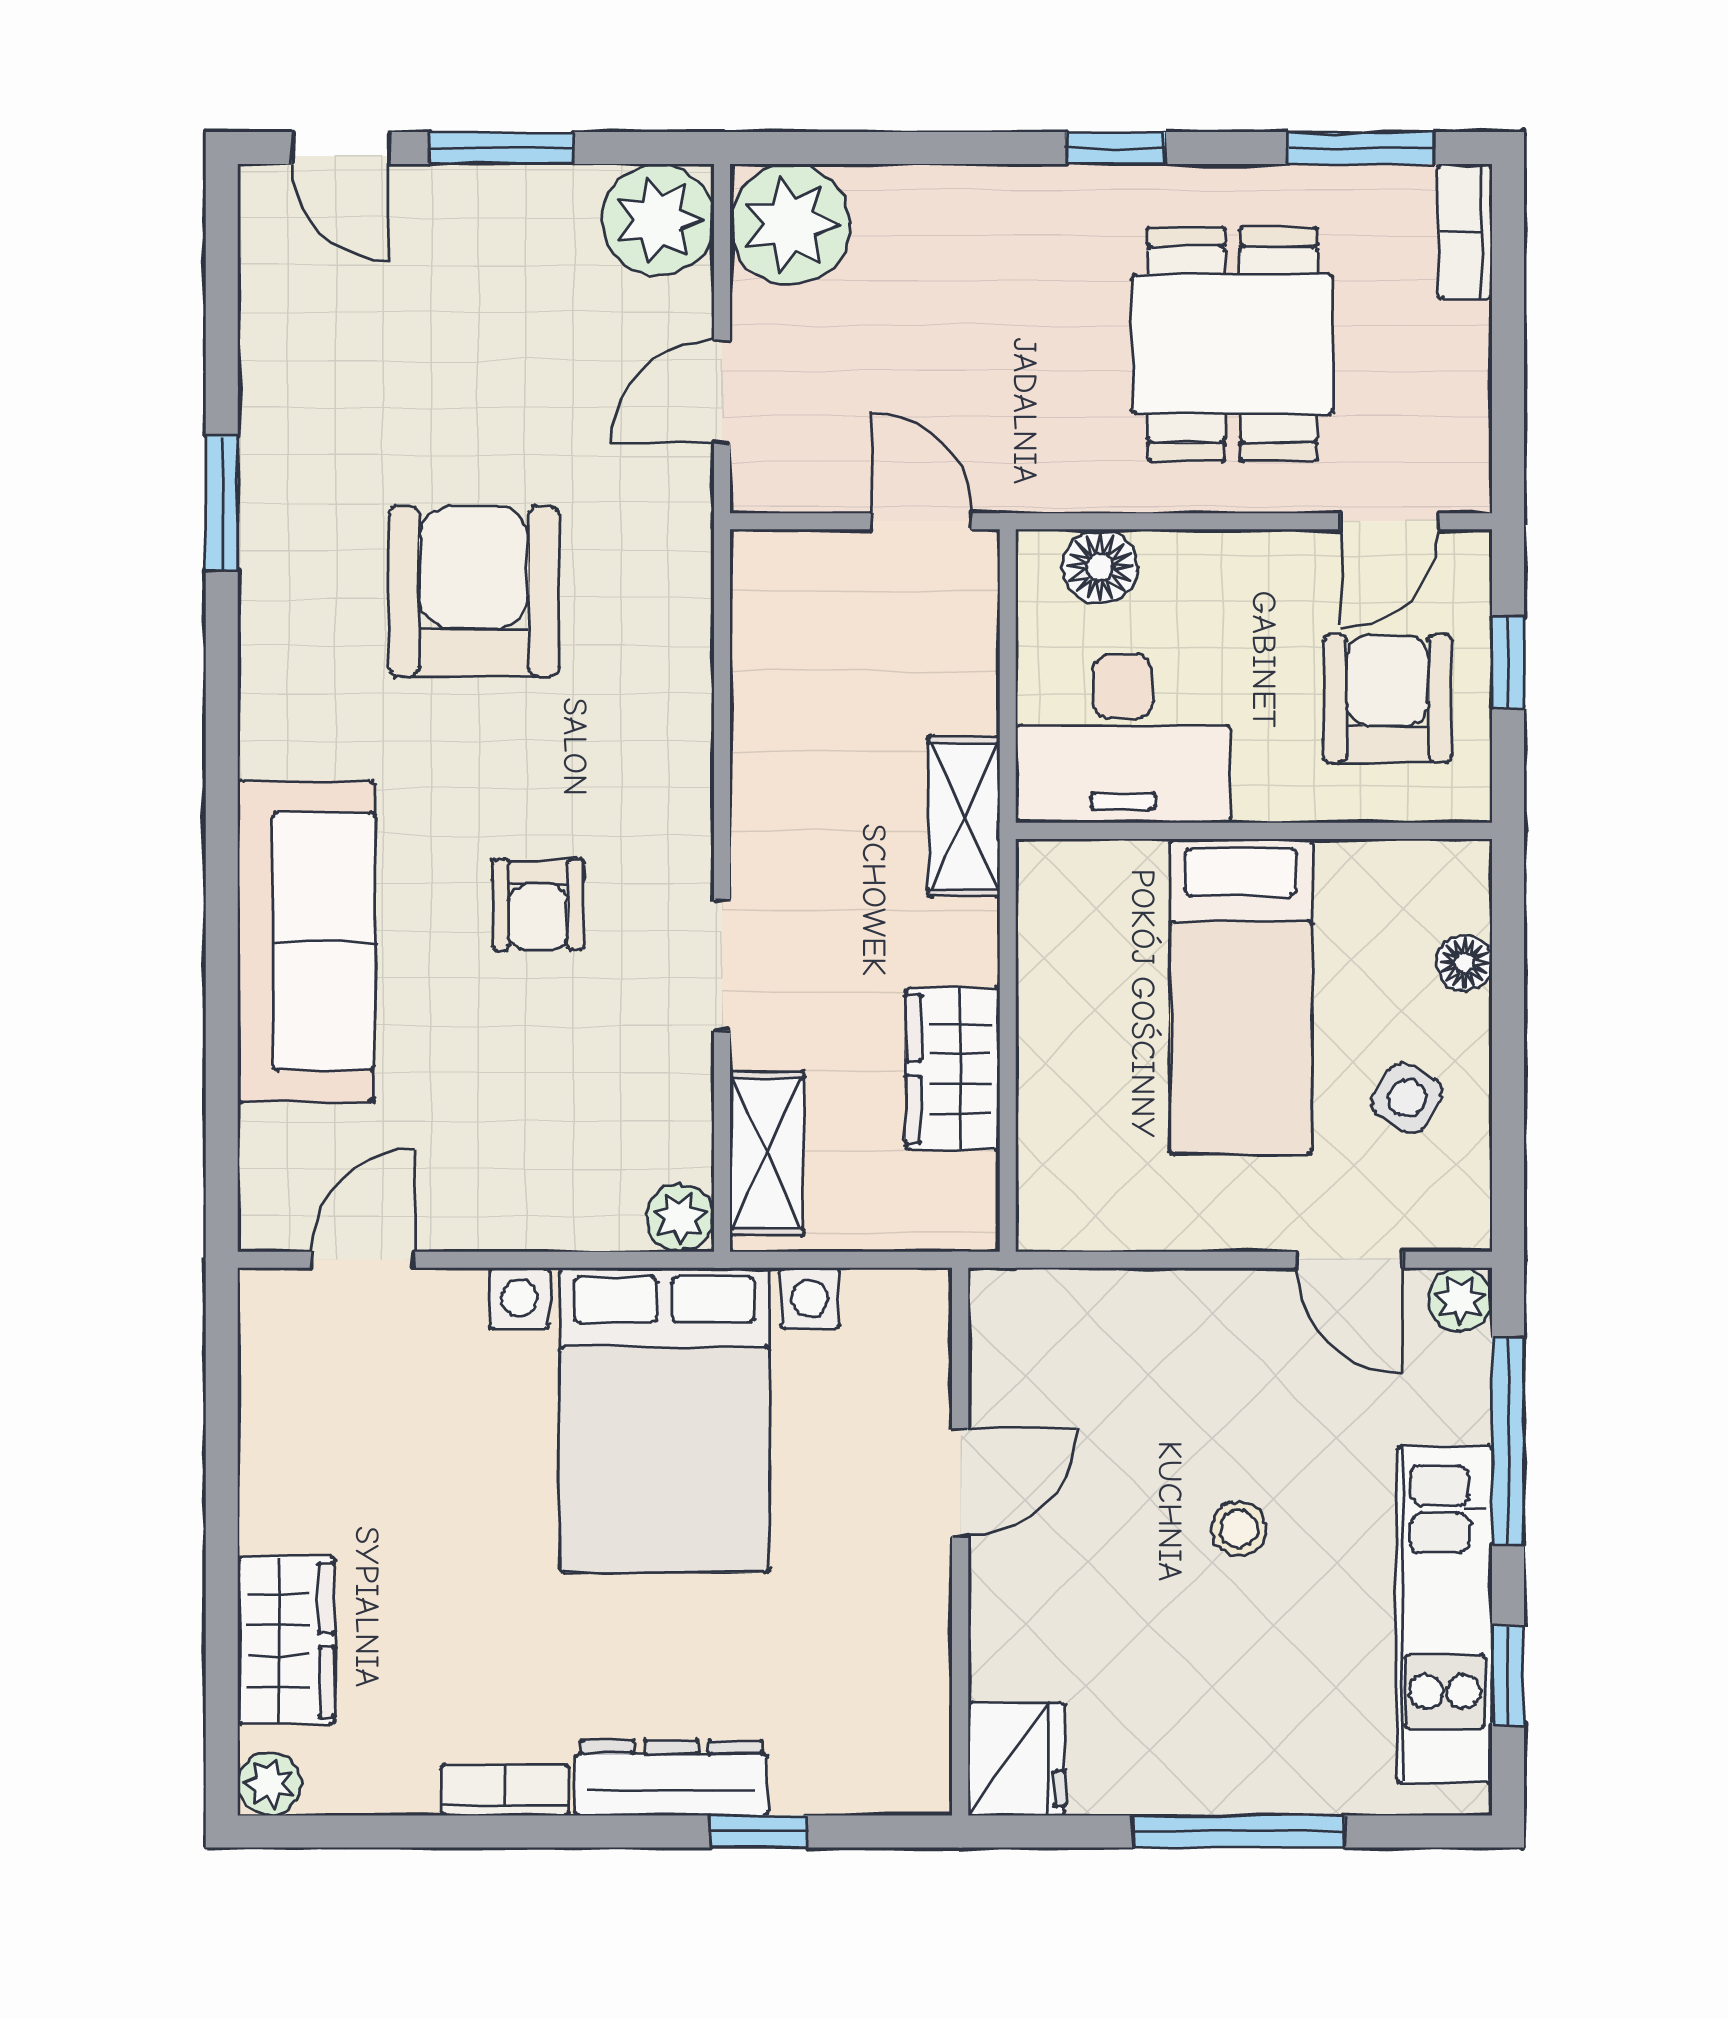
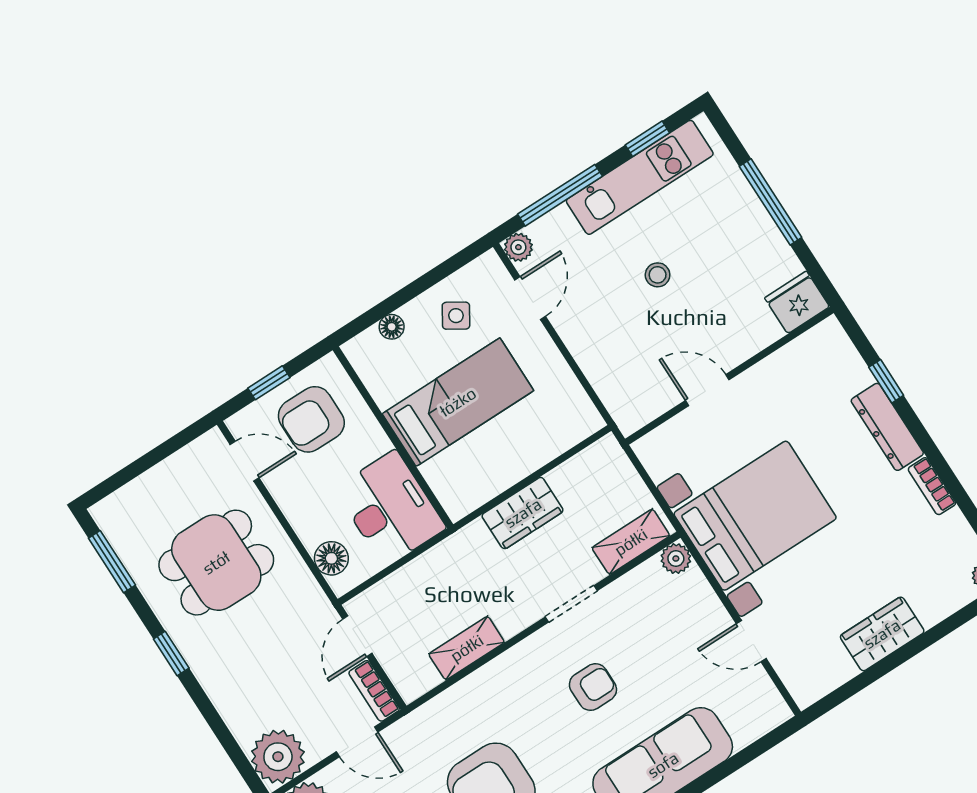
bookcase: (1465, 232) -> (374, 691), moved, turned 90
shelving: (964, 816) -> (467, 648), moved
wardrobe: (953, 1069) -> (523, 513), moved
door: (363, 1260) -> (751, 641), moved
wardrobe: (286, 1640) -> (882, 634), moved

